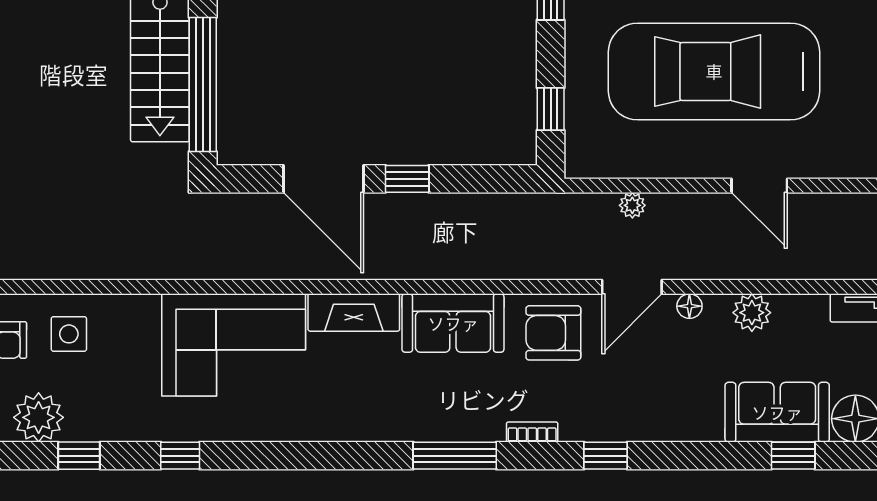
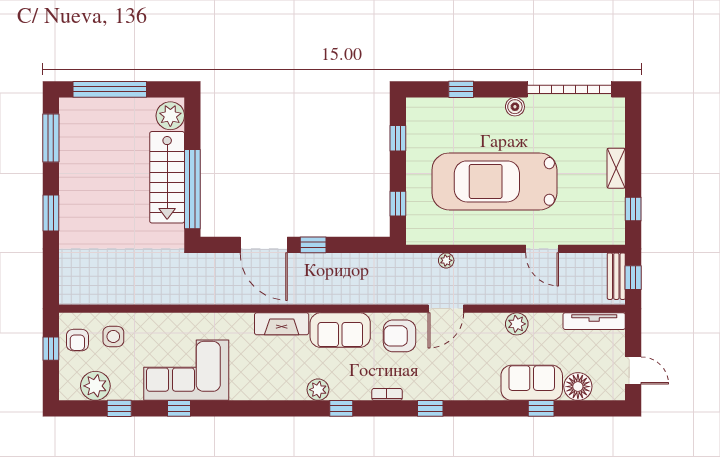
door: (759, 186) -> (542, 249), moved
floor lamp: (689, 306) -> (480, 320), removed
corner sofa: (234, 345) -> (186, 370), moved, turned 180
plant: (415, 424) -> (318, 390), added
window: (455, 456) -> (341, 408), width x0.46

